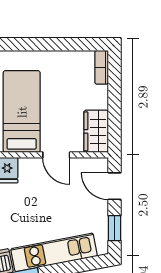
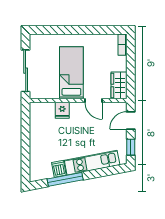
door: (114, 186) -> (131, 120), hinge flipped

